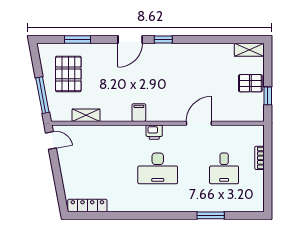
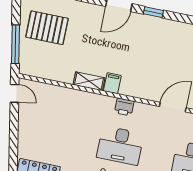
pallet: (68, 74) -> (47, 28), turned 90
shelving: (86, 115) -> (89, 81), moved

